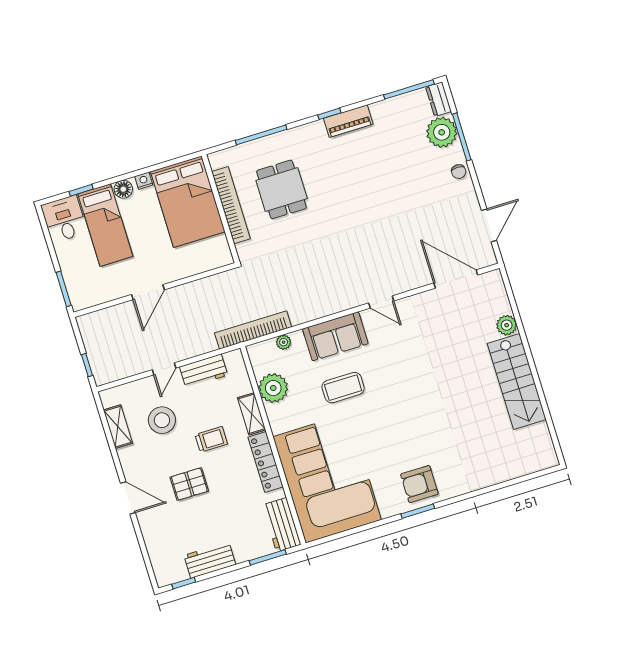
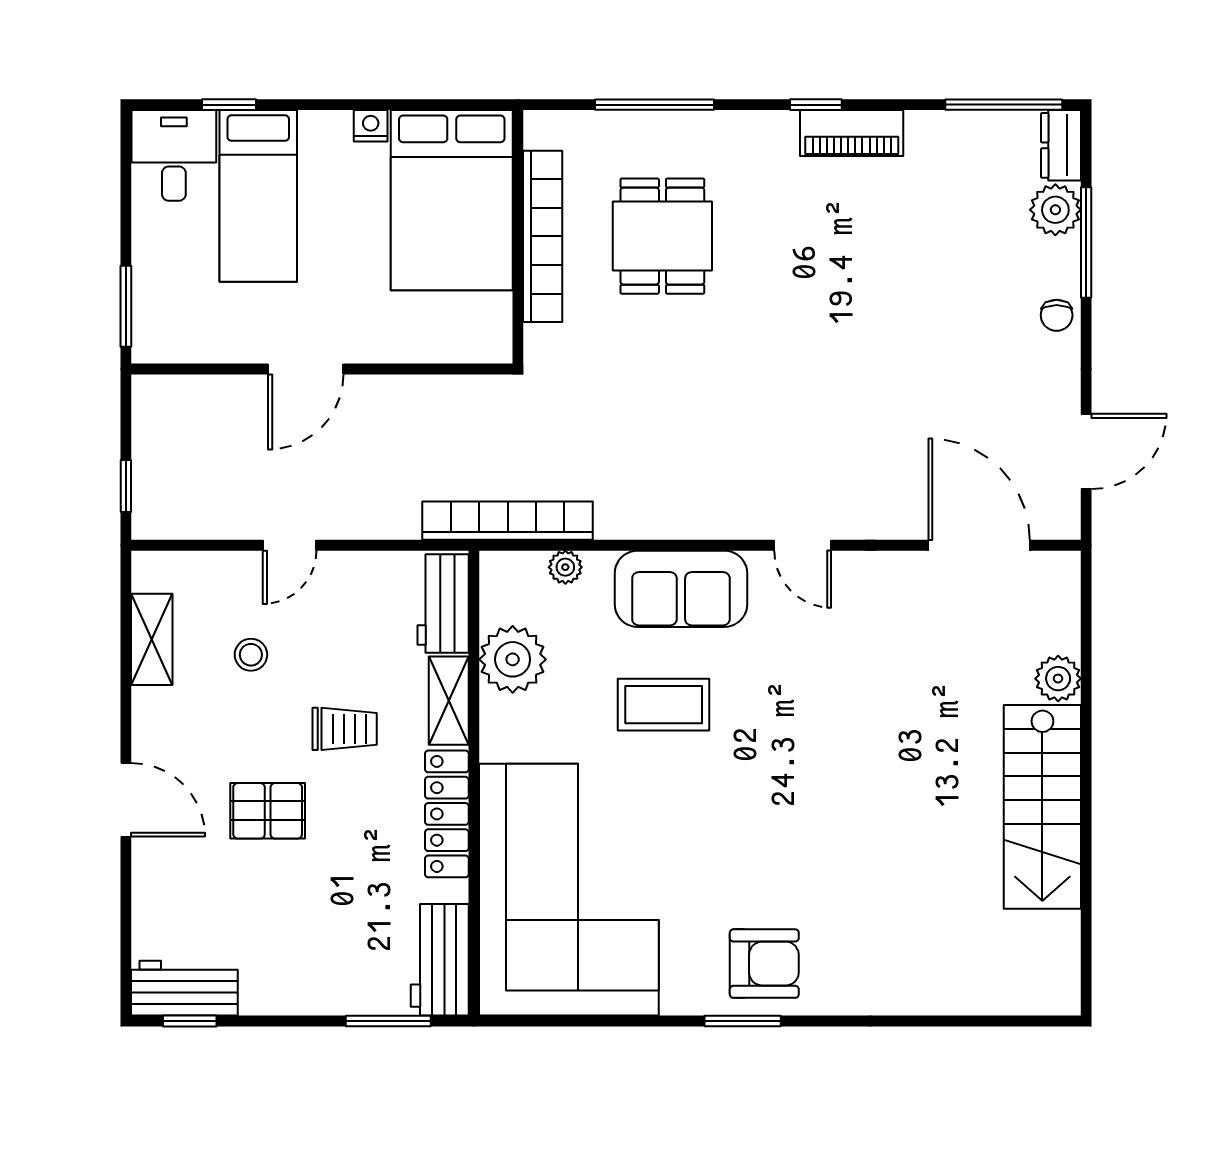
plant: (442, 132) -> (1055, 210), width x0.73, depth x0.73
floor lamp: (123, 189) -> (321, 130), removed
workbench: (204, 371) -> (443, 603), moved, turned 90
stool: (162, 420) -> (251, 655), width x0.53, depth x0.53
armchair: (419, 484) -> (764, 964), turned 180
workbench: (210, 560) -> (184, 988), moved

